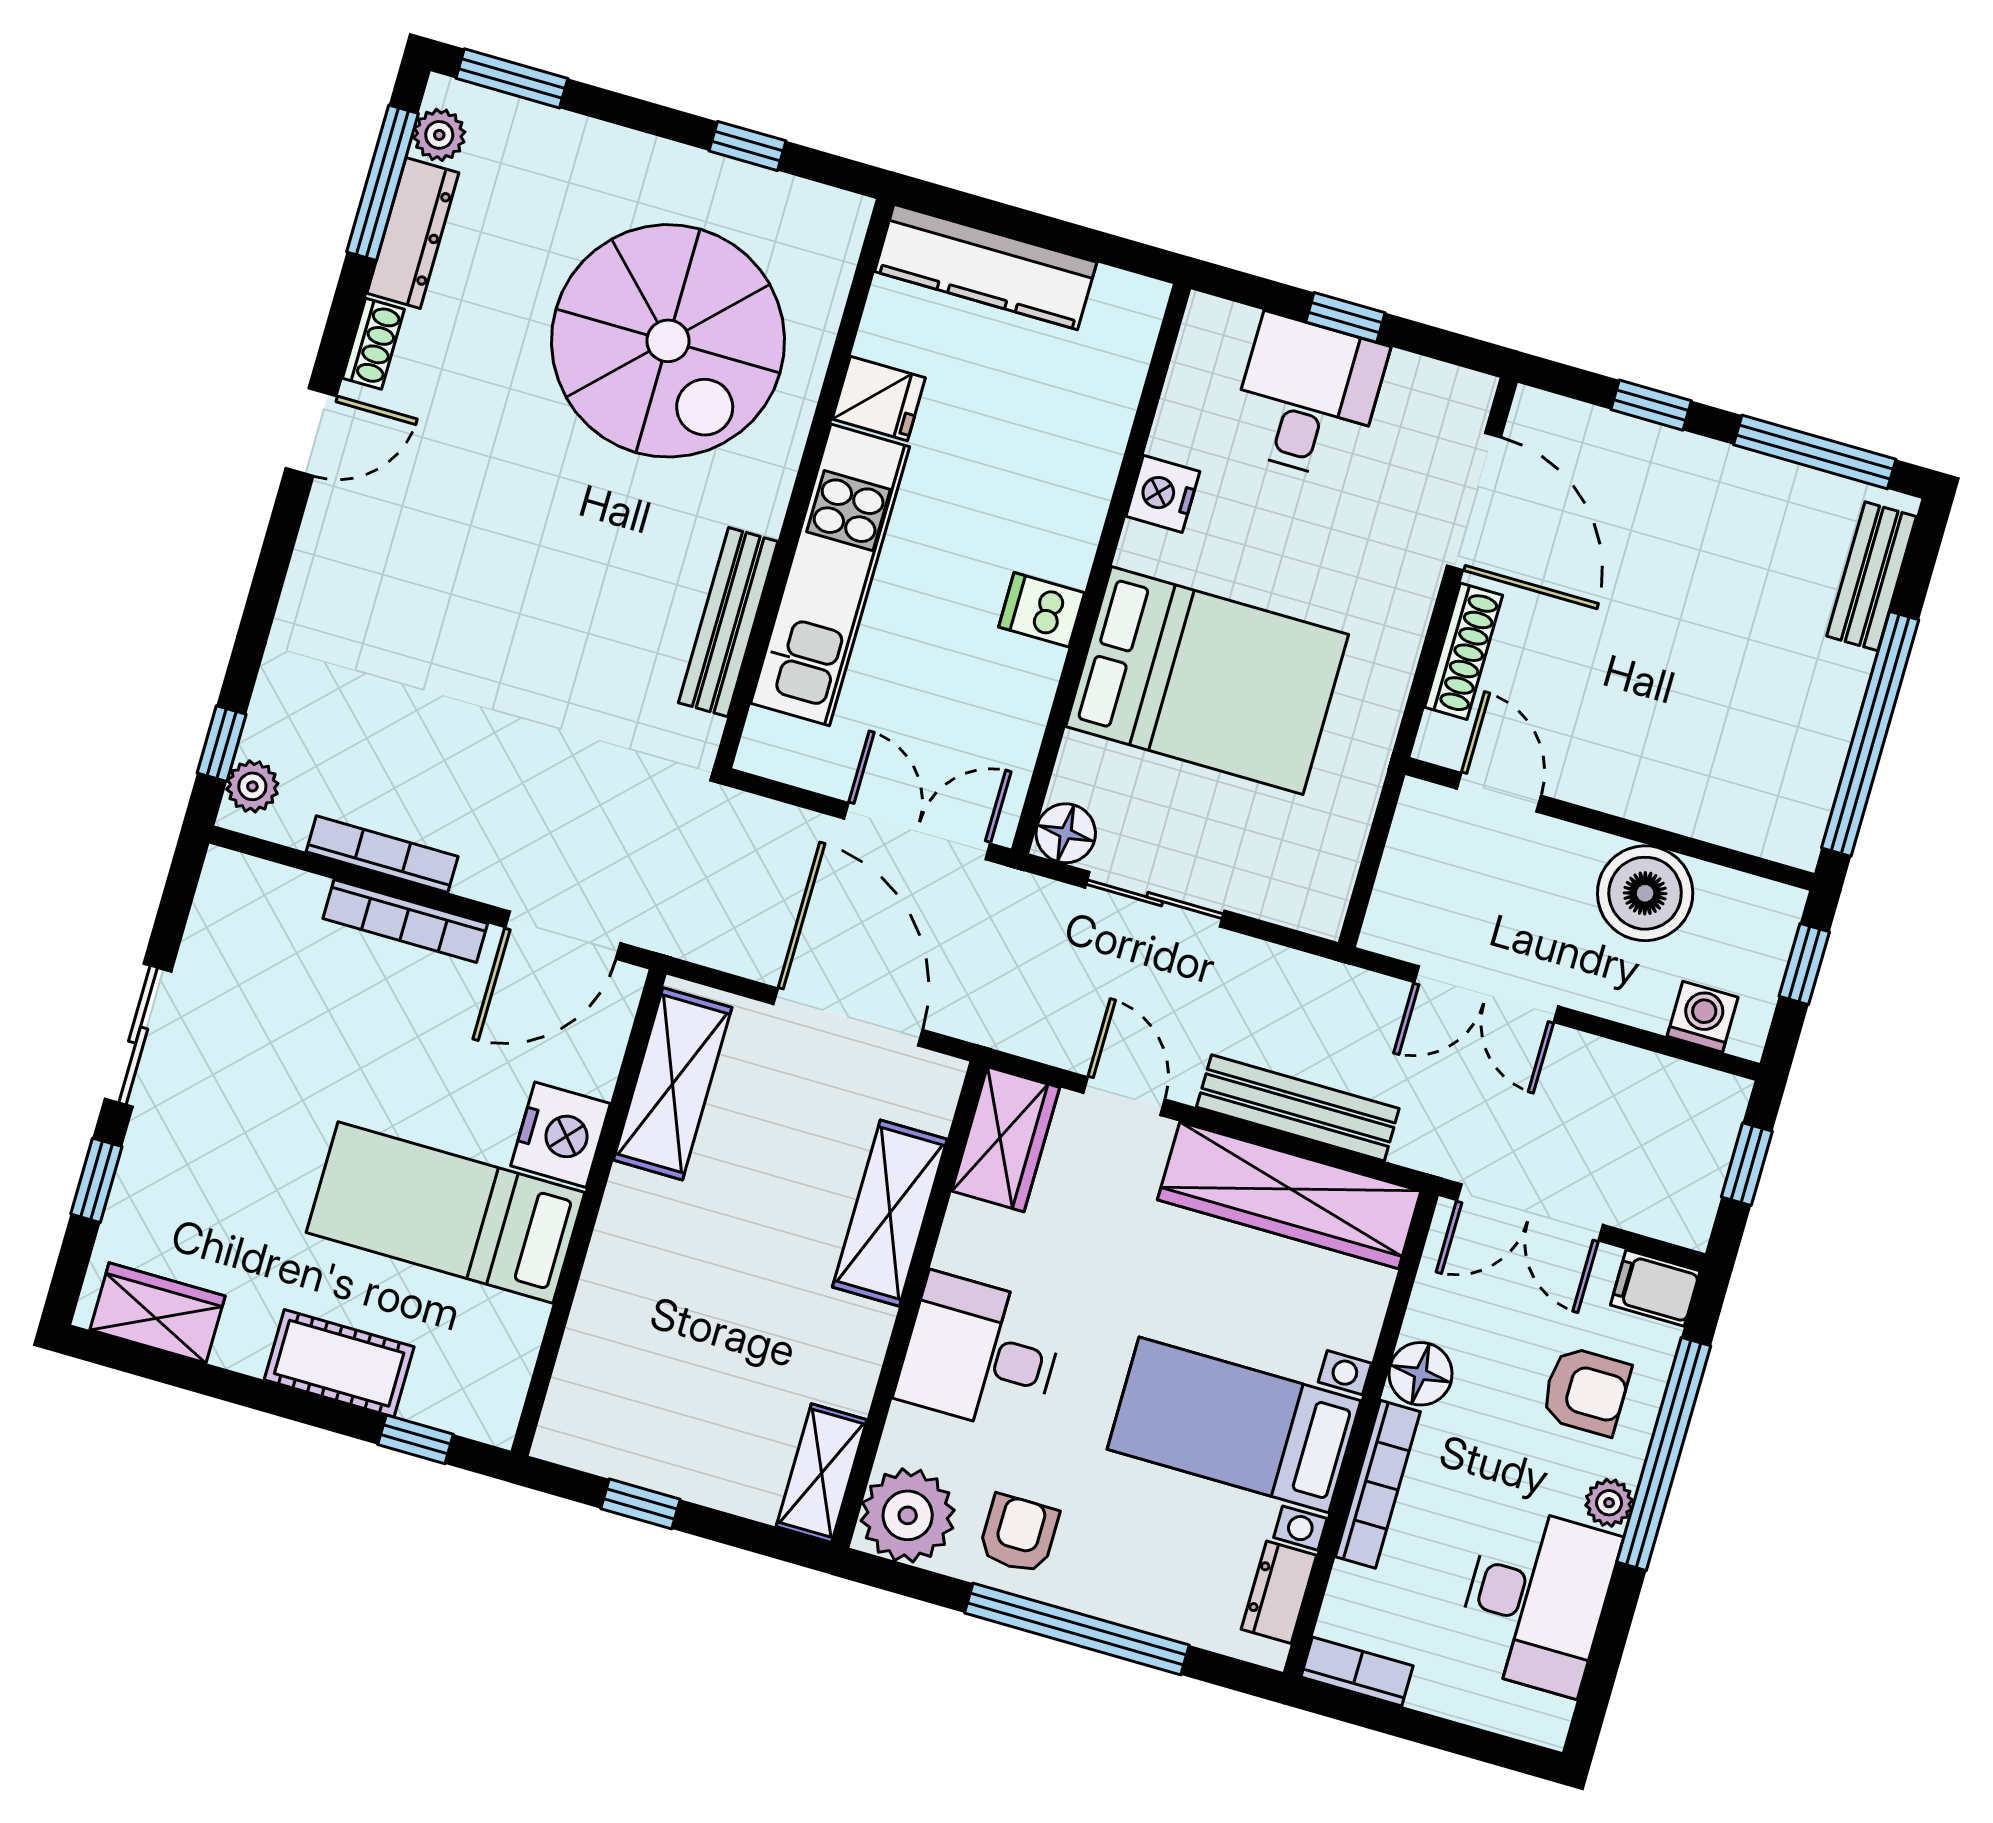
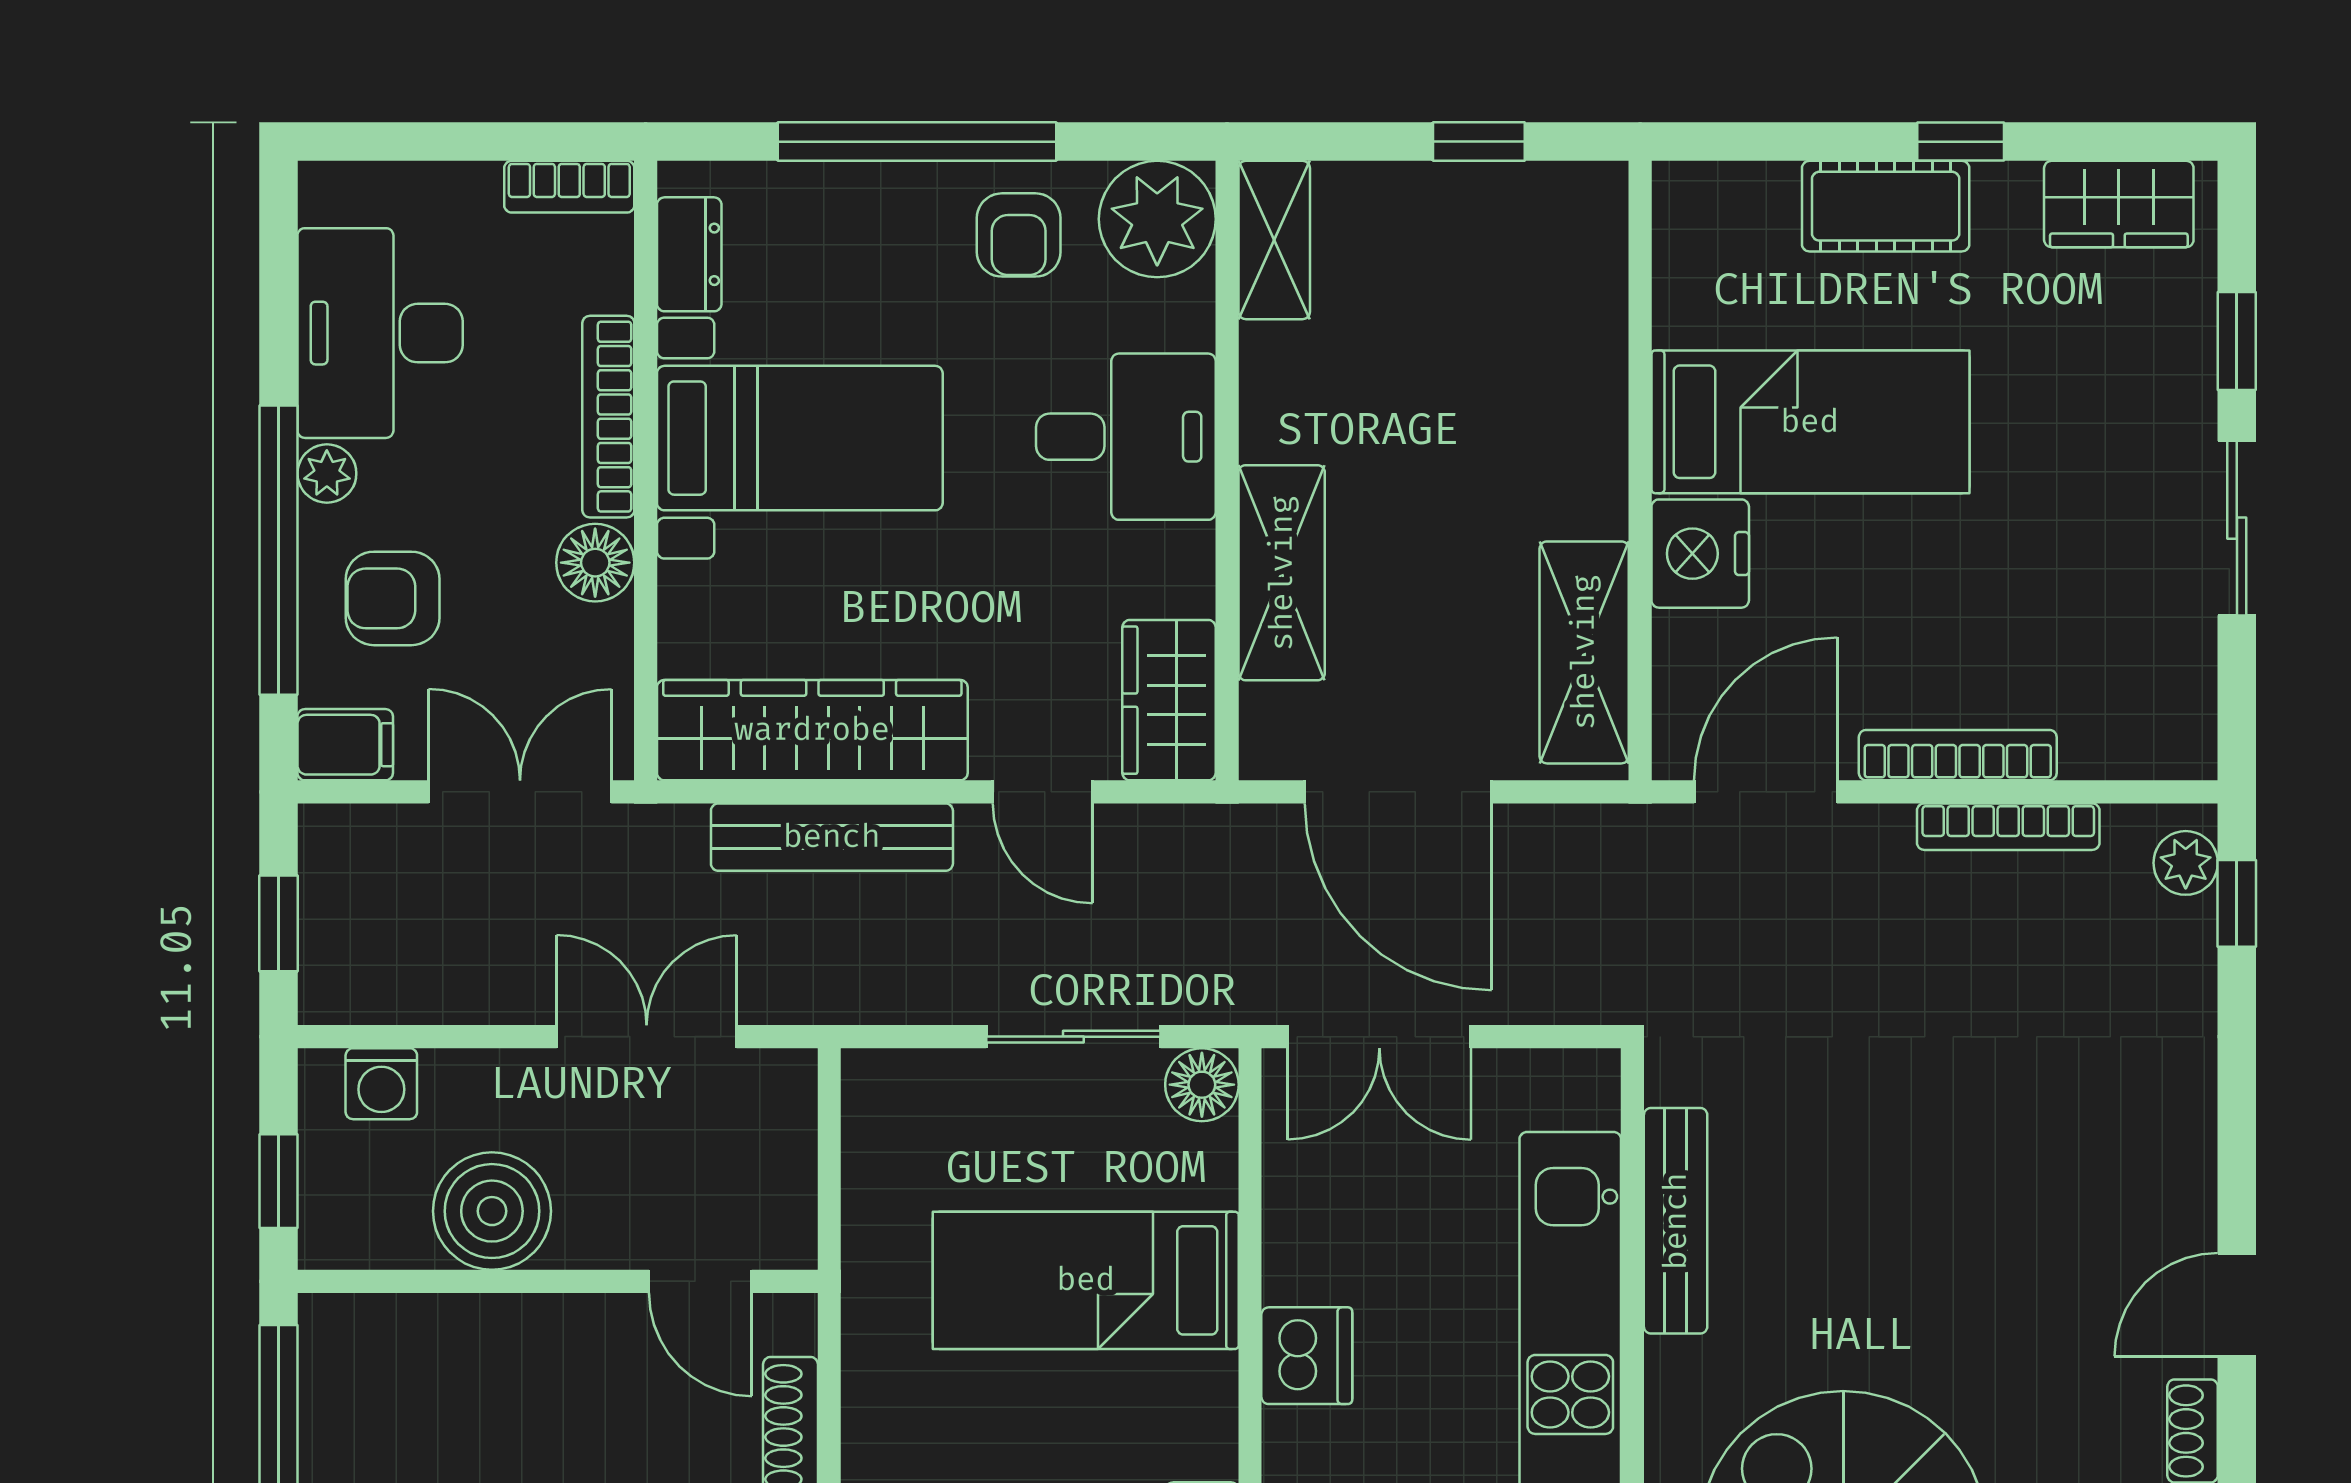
dishwasher: (1042, 610) -> (1307, 1356), width x1.38
bed: (1207, 680) -> (1086, 1280), width x0.67
window: (416, 1439) -> (1961, 142), moved

